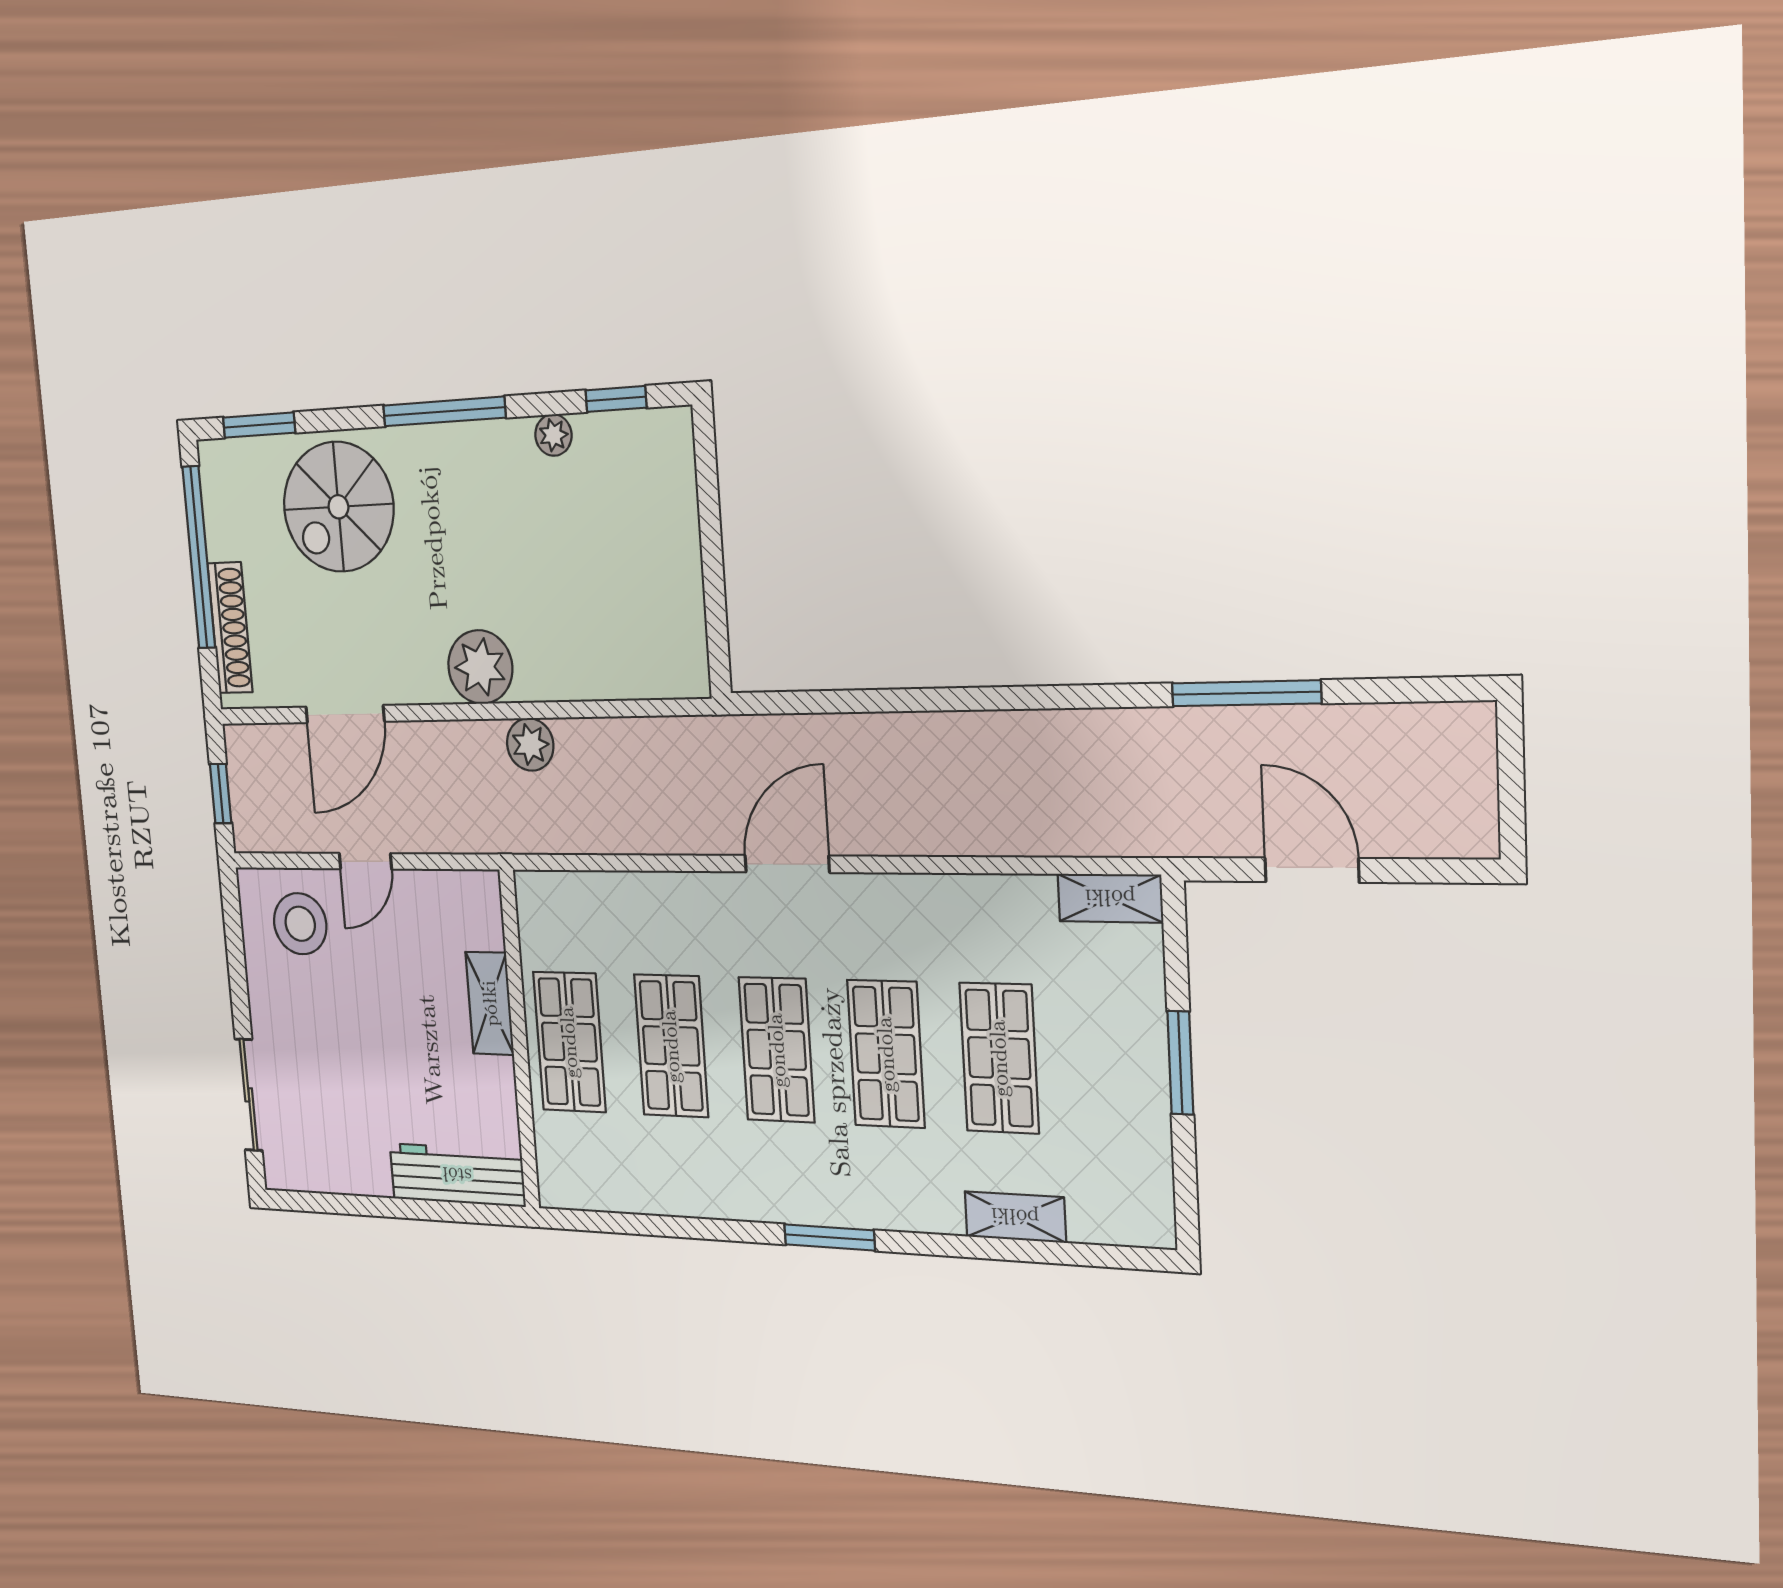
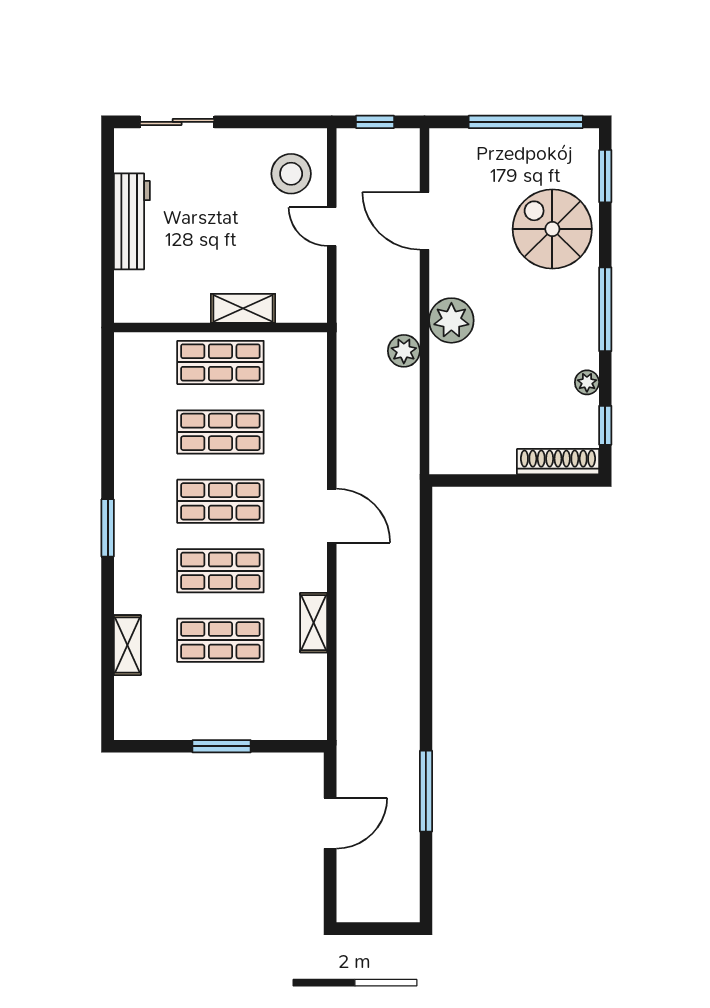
shoe rack: (230, 628) -> (558, 462), moved, turned 180
shelving: (1110, 898) -> (314, 623), moved
workbench: (457, 1175) -> (132, 221), moved

